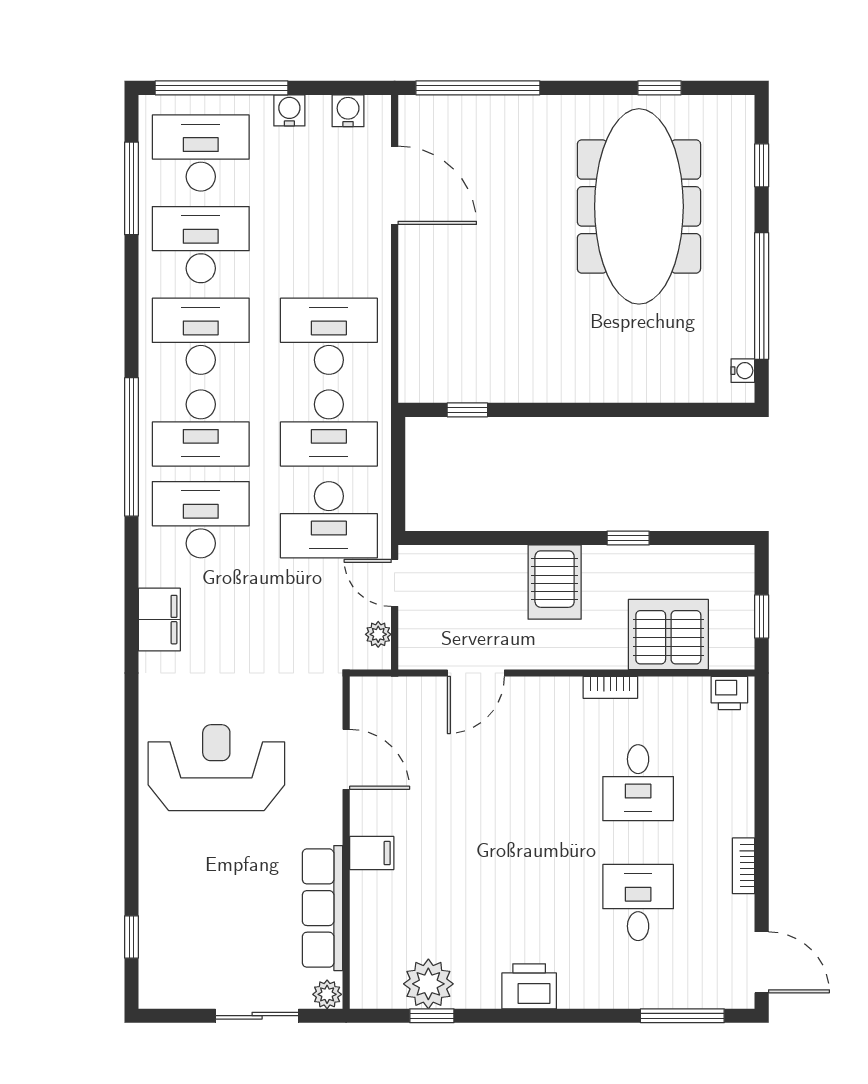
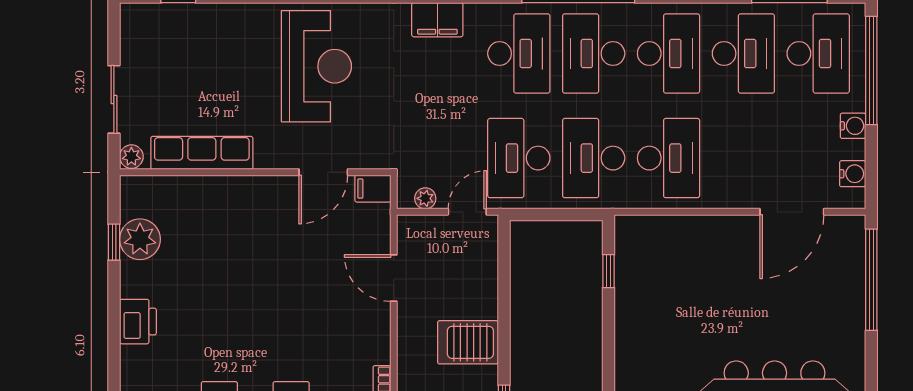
filing cabinet: (372, 853) -> (373, 189), moved, turned 90

